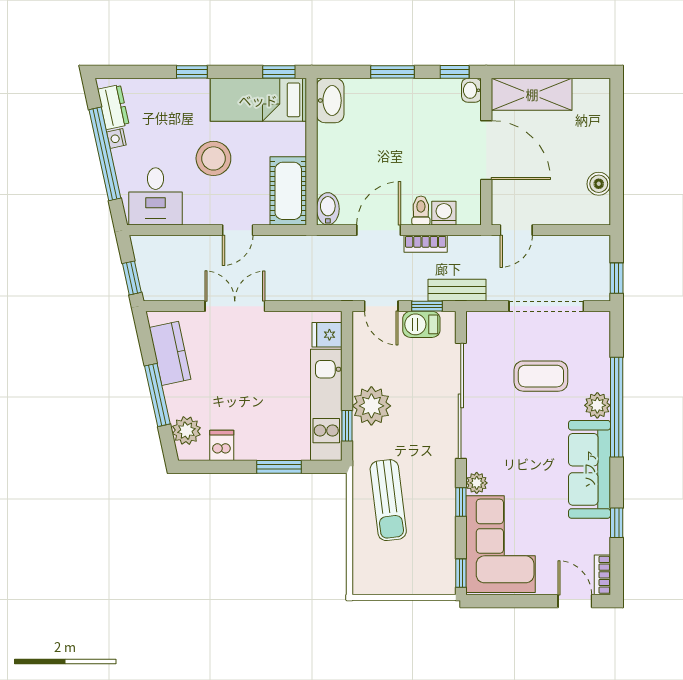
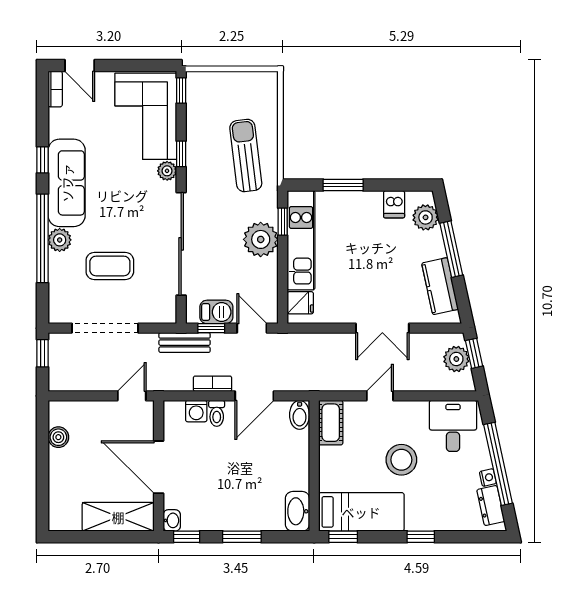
cot: (288, 191) -> (331, 423), width x0.73, depth x0.75
plant: (152, 272) -> (456, 359), added
window: (617, 523) -> (42, 160), moved

